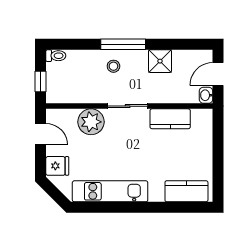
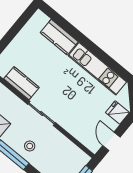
plant: (91, 122) -> (73, 123), removed
kitchen counter: (186, 191) -> (59, 37), moved

